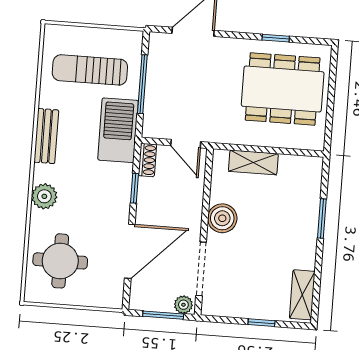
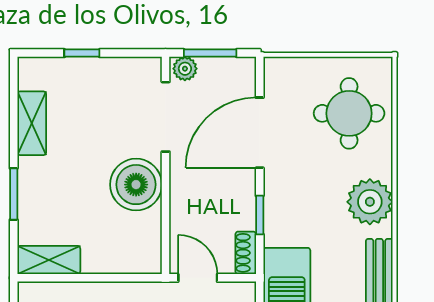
shelving: (253, 162) -> (49, 260), moved
plant: (44, 196) -> (370, 202), width x1.36, depth x1.36
boiler: (222, 218) -> (136, 185), width x1.37, depth x1.37
shelving: (302, 295) -> (32, 123), moved

